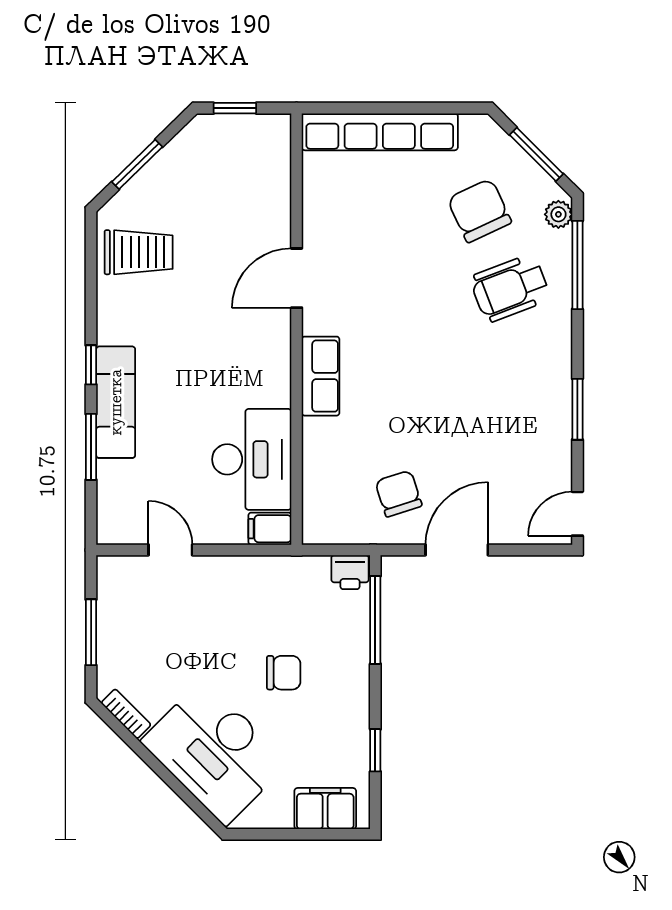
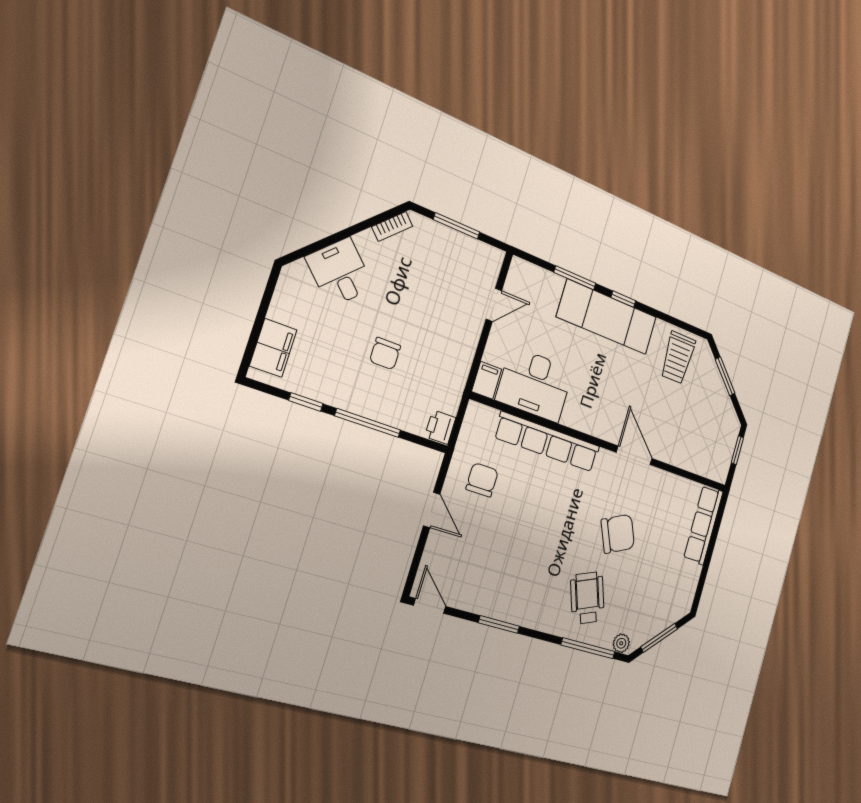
row of seats: (380, 132) -> (703, 525), width x0.73
chair: (479, 211) -> (618, 534), moved
row of seats: (321, 376) -> (548, 442), width x2.02
exam couch: (116, 402) -> (607, 317), width x1.36, depth x1.45
chair: (398, 494) -> (482, 480), turned -72
door: (457, 550) -> (432, 510), width x0.73
window: (375, 620) -> (368, 423), moved
desk: (215, 752) -> (340, 272), width x0.53, depth x0.77

